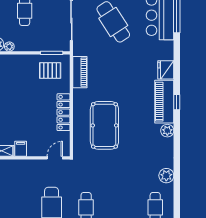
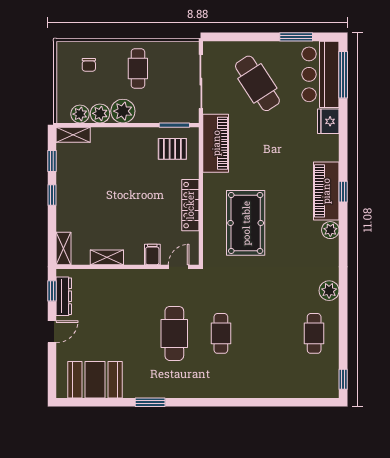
plant: (9, 47) -> (123, 111), width x1.87, depth x1.87
fridge: (166, 70) -> (328, 121), moved
piano: (80, 72) -> (216, 143), width x1.37, depth x1.33
filing cabinet: (21, 149) -> (152, 254), moved

